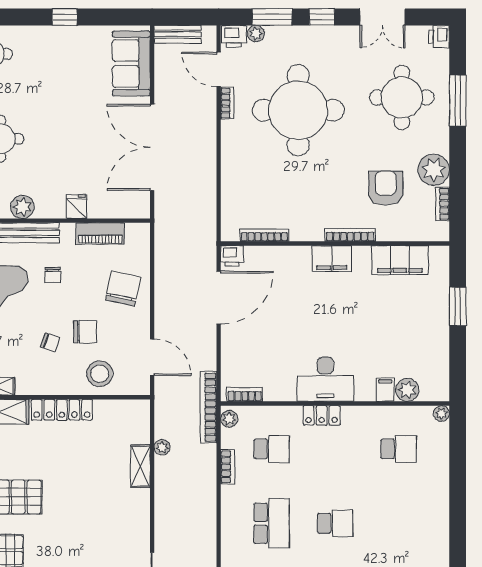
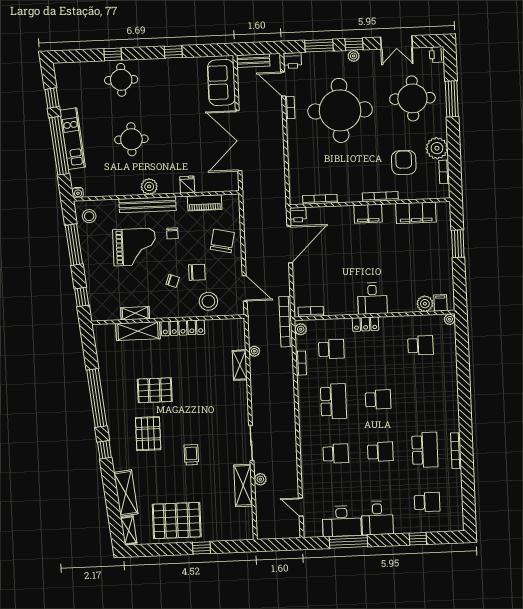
plant: (256, 34) -> (354, 56), moved
desk: (325, 379) -> (372, 298), width x0.73
filing cabinet: (385, 390) -> (440, 303), moved

